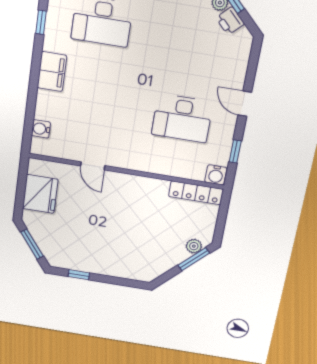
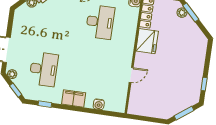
water cooler: (41, 129) -> (99, 104), moved
fridge: (40, 194) -> (147, 41), moved, turned 90

